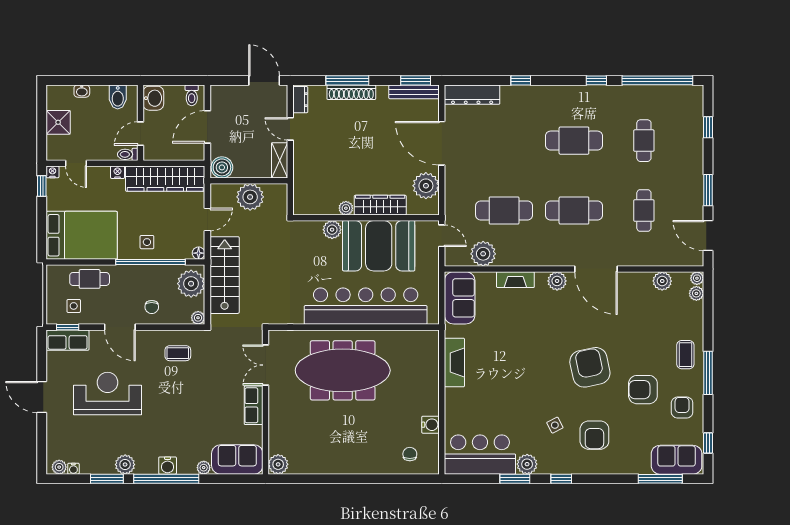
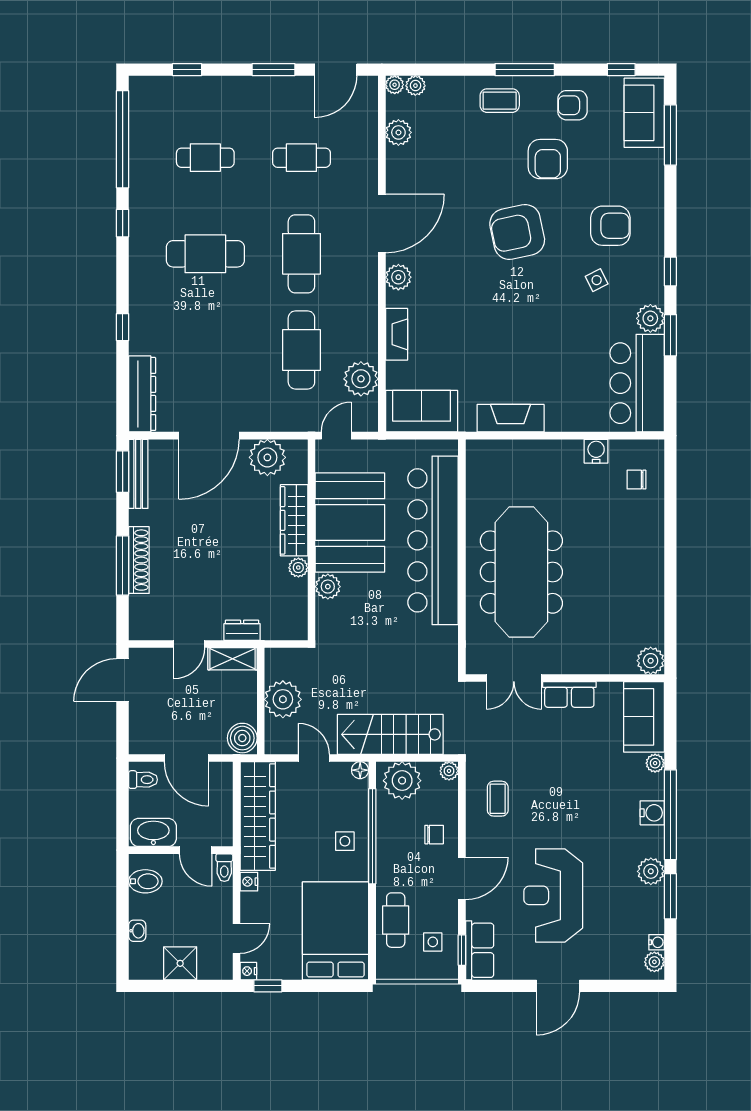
washbasin: (153, 98) -> (153, 832), width x1.38
dresser: (300, 100) -> (242, 630), moved
cafe table: (574, 141) -> (205, 254), turned 90

